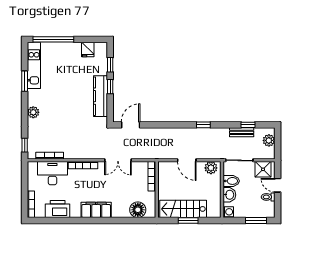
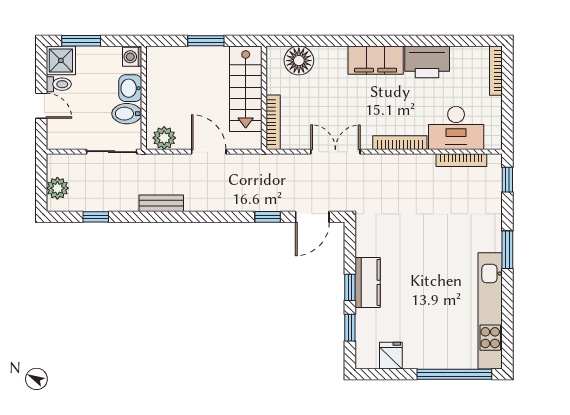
kitchen unit: (34, 65) -> (490, 311), width x1.36
window: (25, 81) -> (507, 250), moved
kitchen counter: (100, 96) -> (368, 282), width x0.67
plant: (33, 112) -> (491, 240), removed
window: (203, 125) -> (268, 217), moved
bench: (242, 132) -> (161, 203), moved
shower: (263, 169) -> (61, 60), moved
printer: (58, 209) -> (427, 62), moved
stairs: (183, 209) -> (246, 89), moved, turned 90

